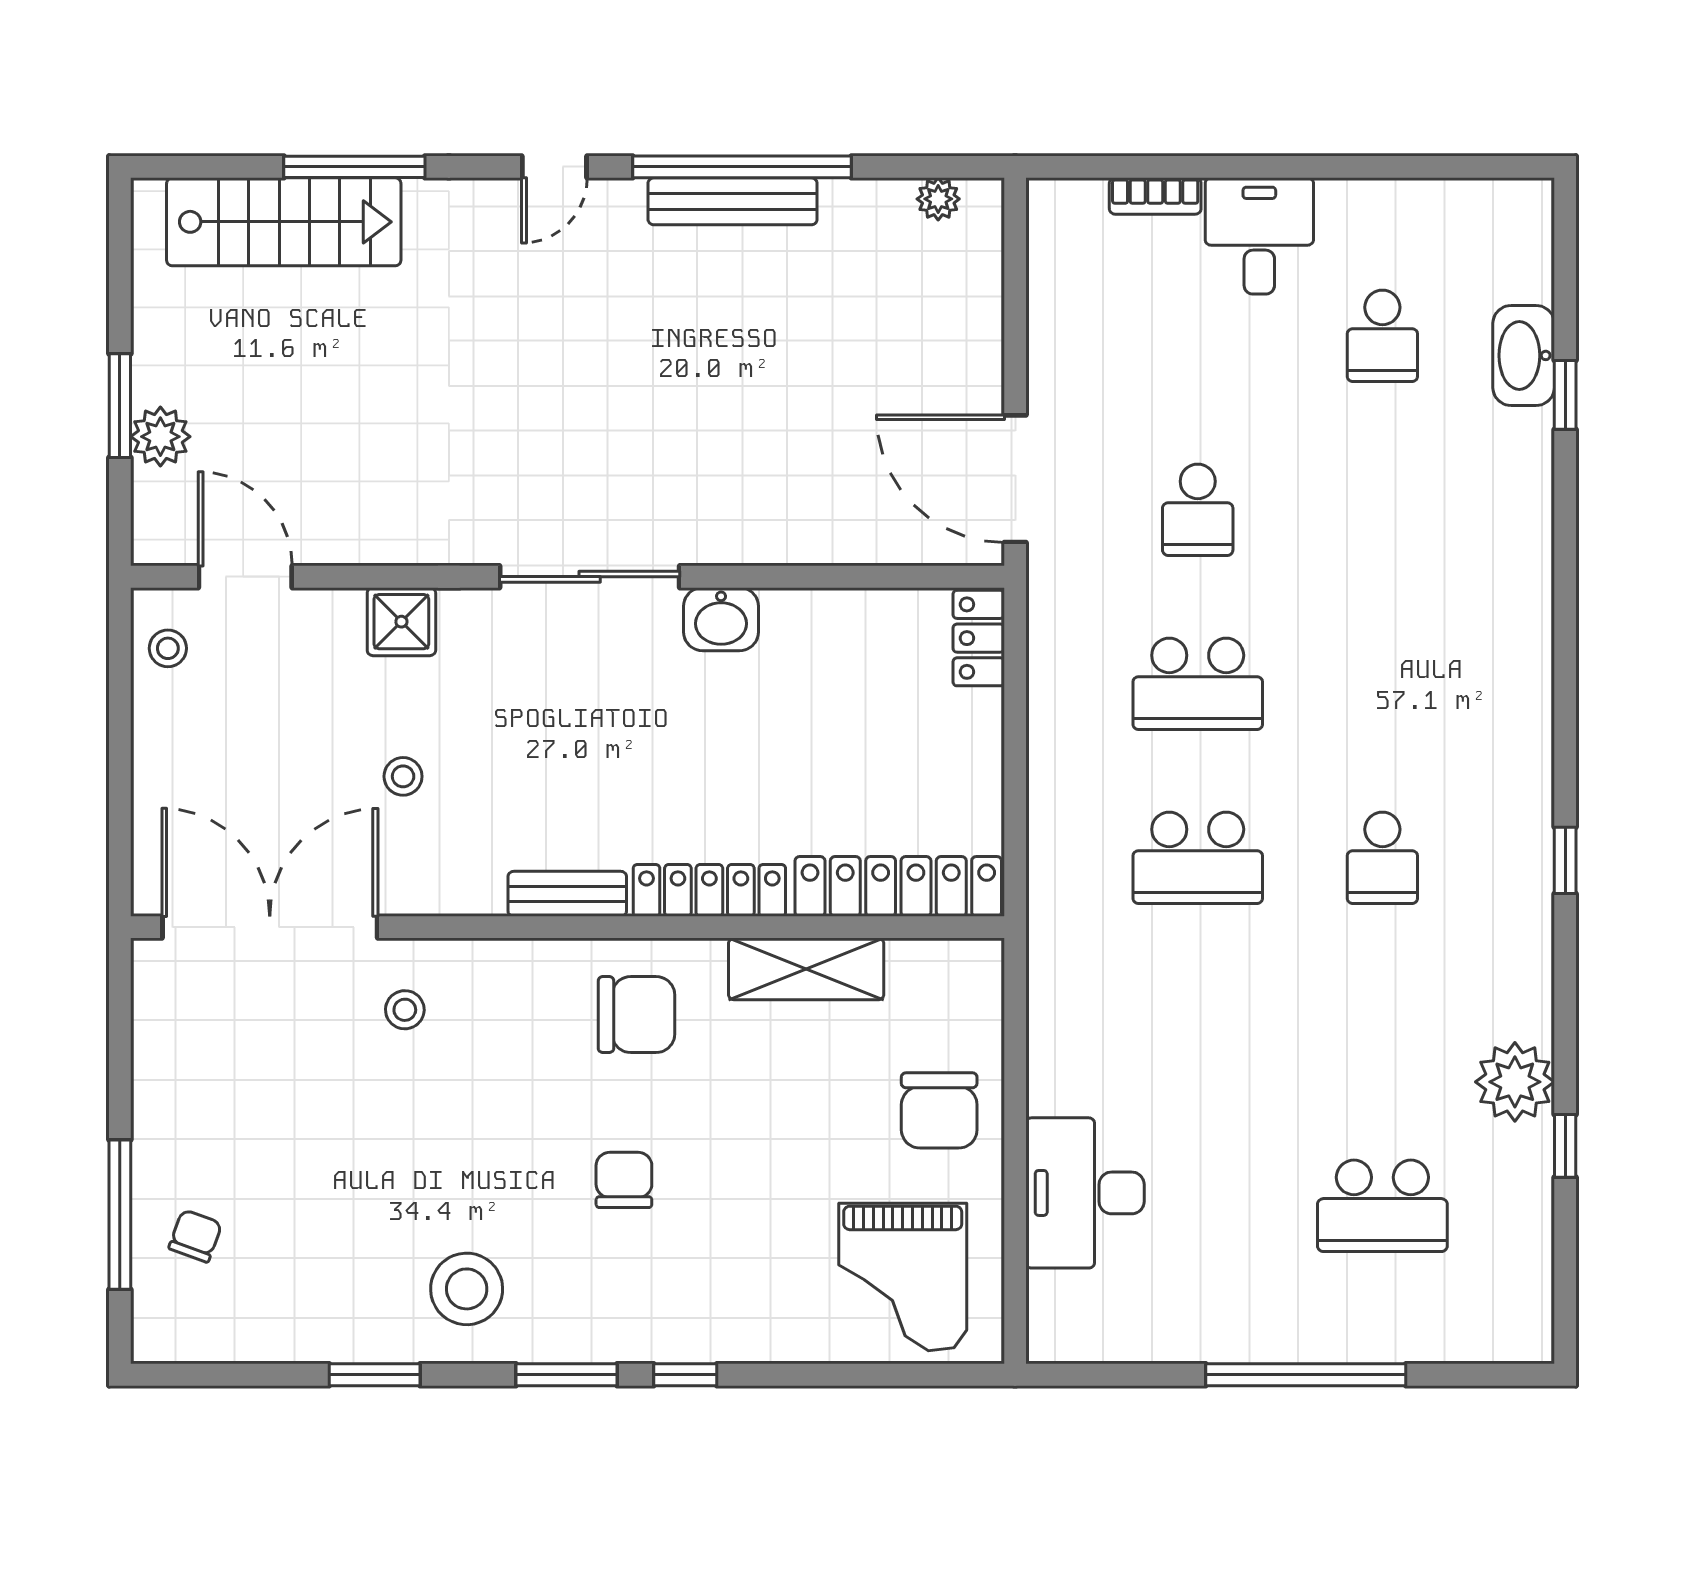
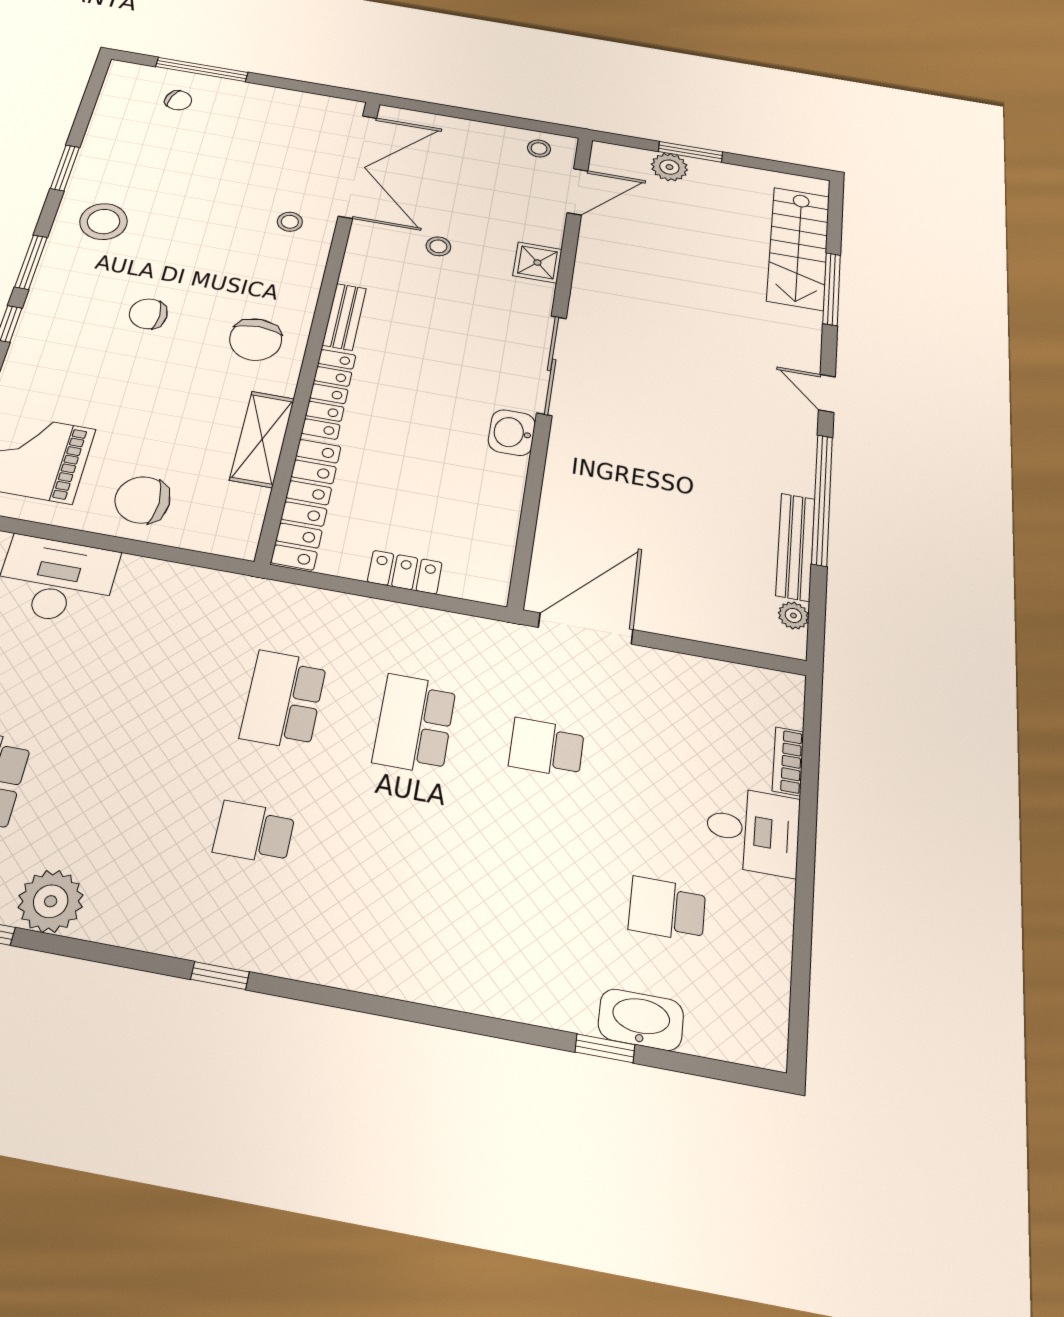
bench: (733, 201) -> (795, 547), moved
locker: (979, 638) -> (405, 572), moved
chair: (624, 1180) -> (148, 314), turned 180

